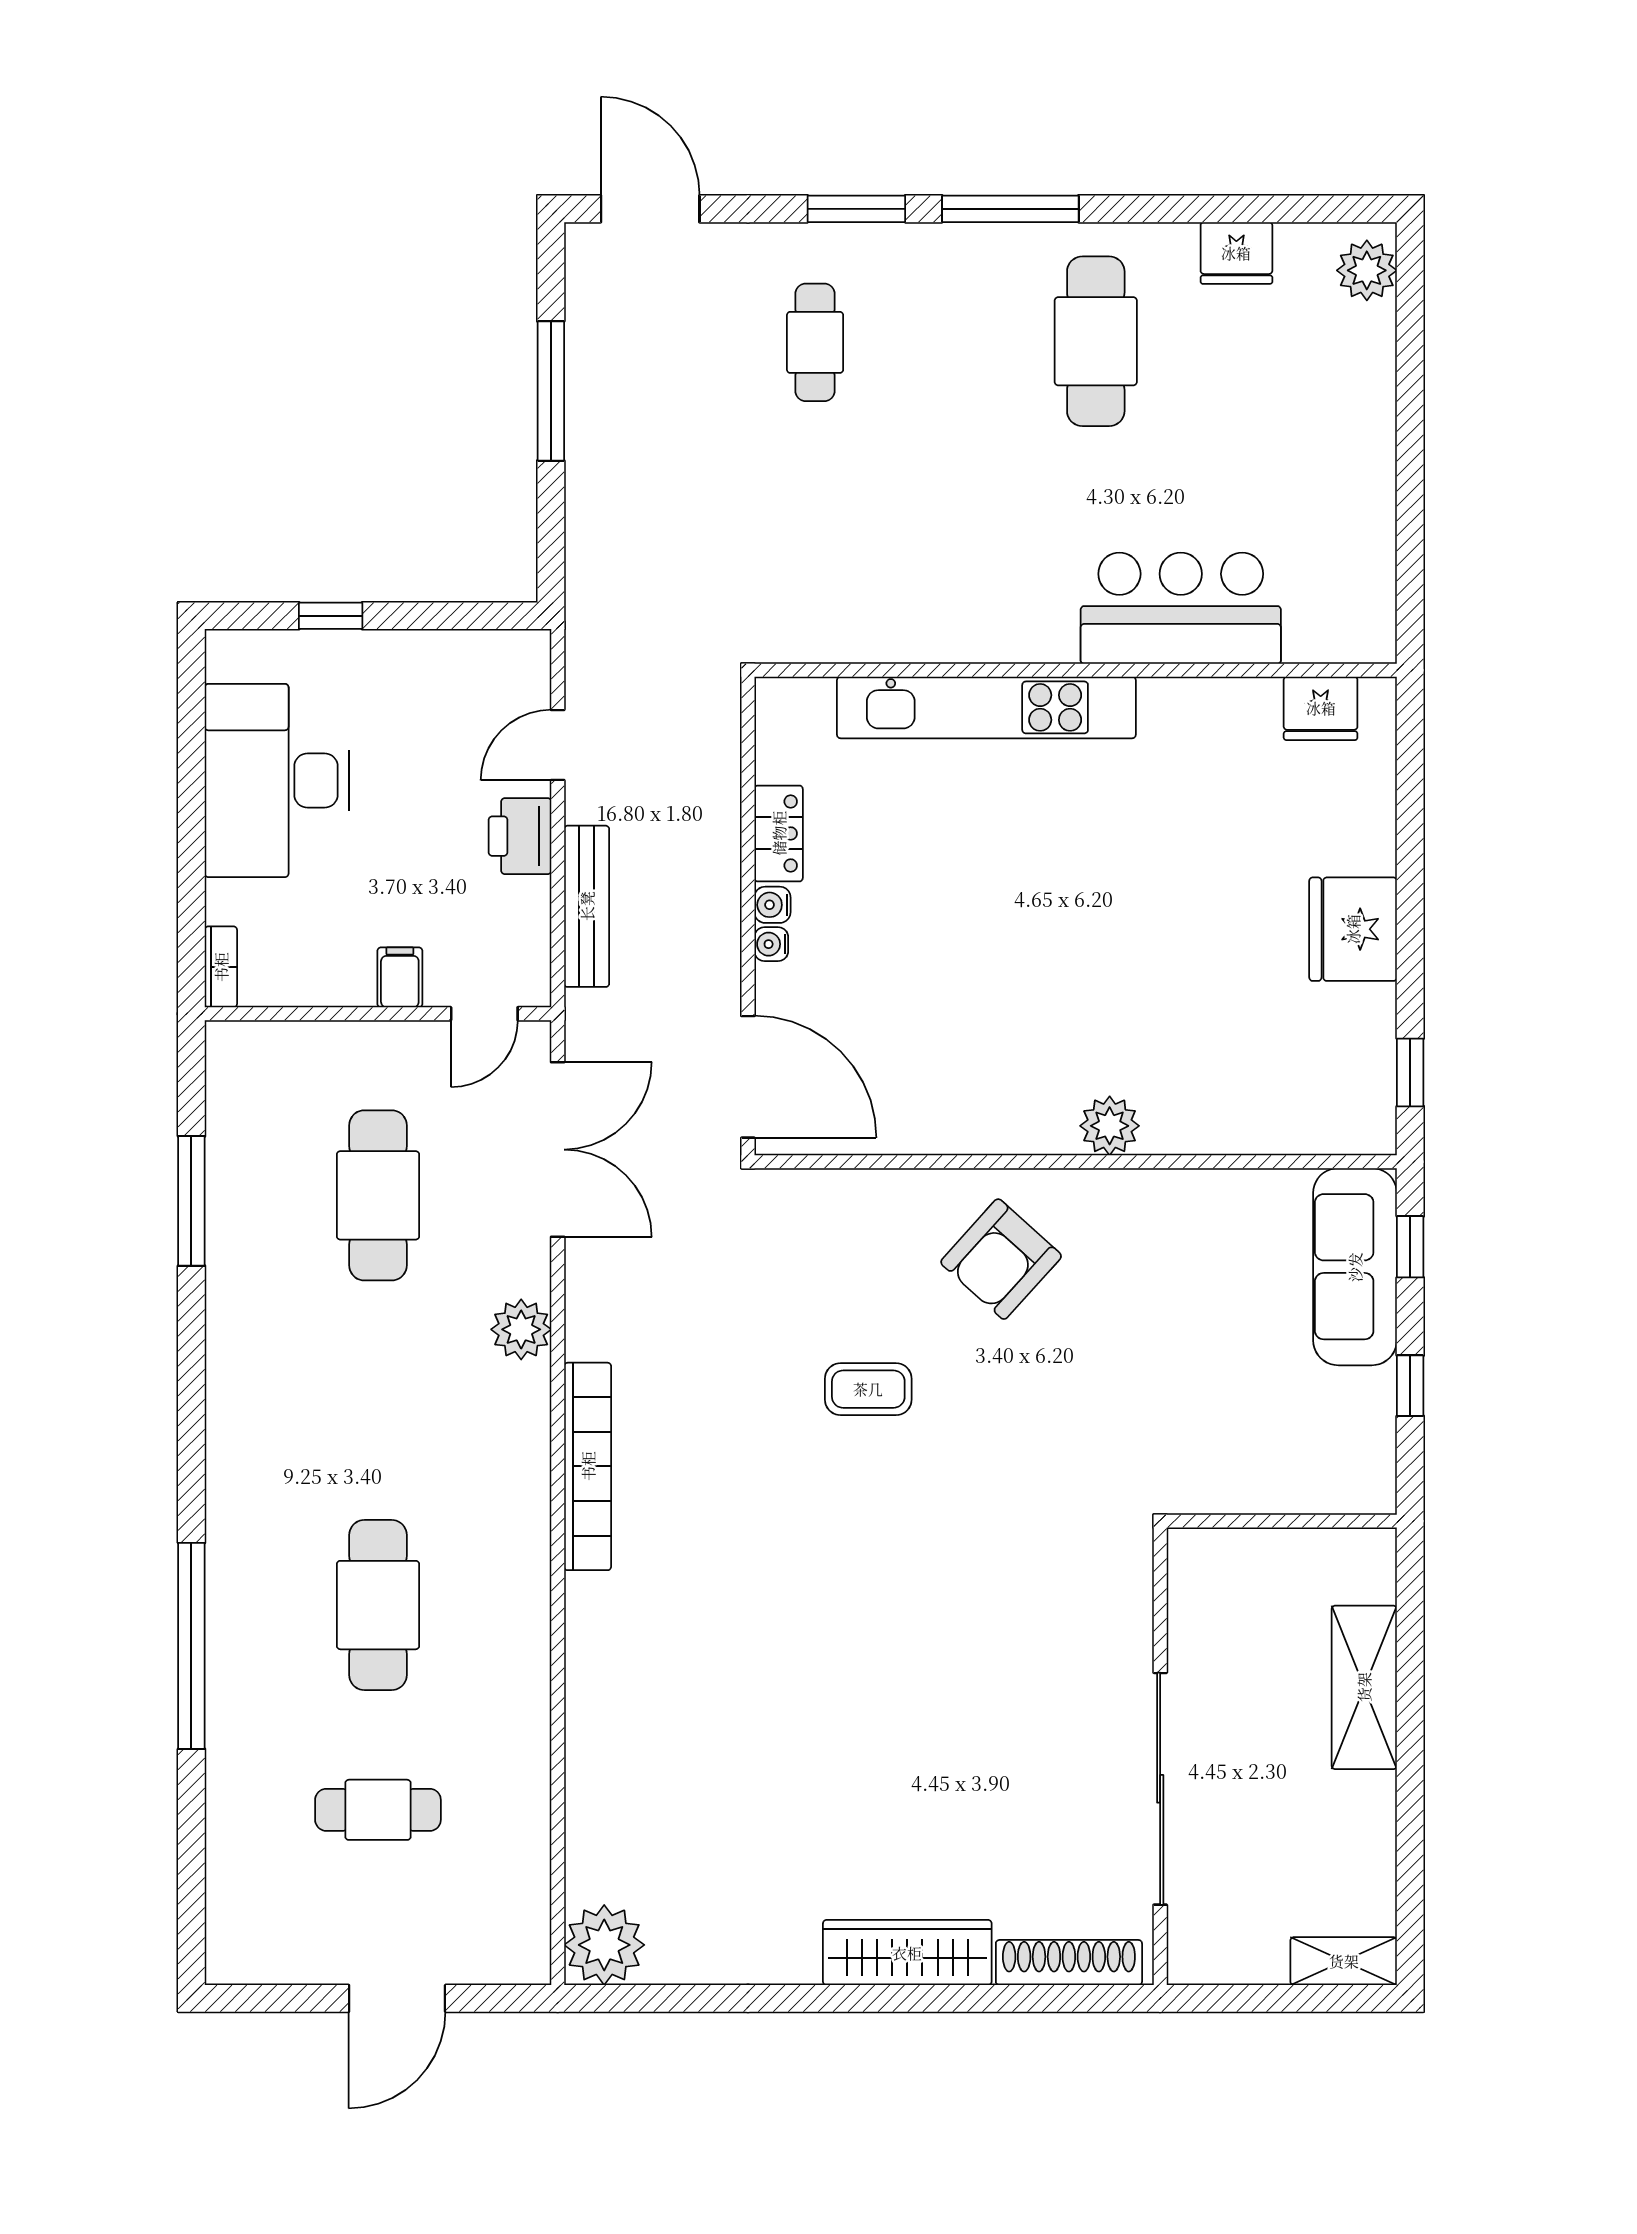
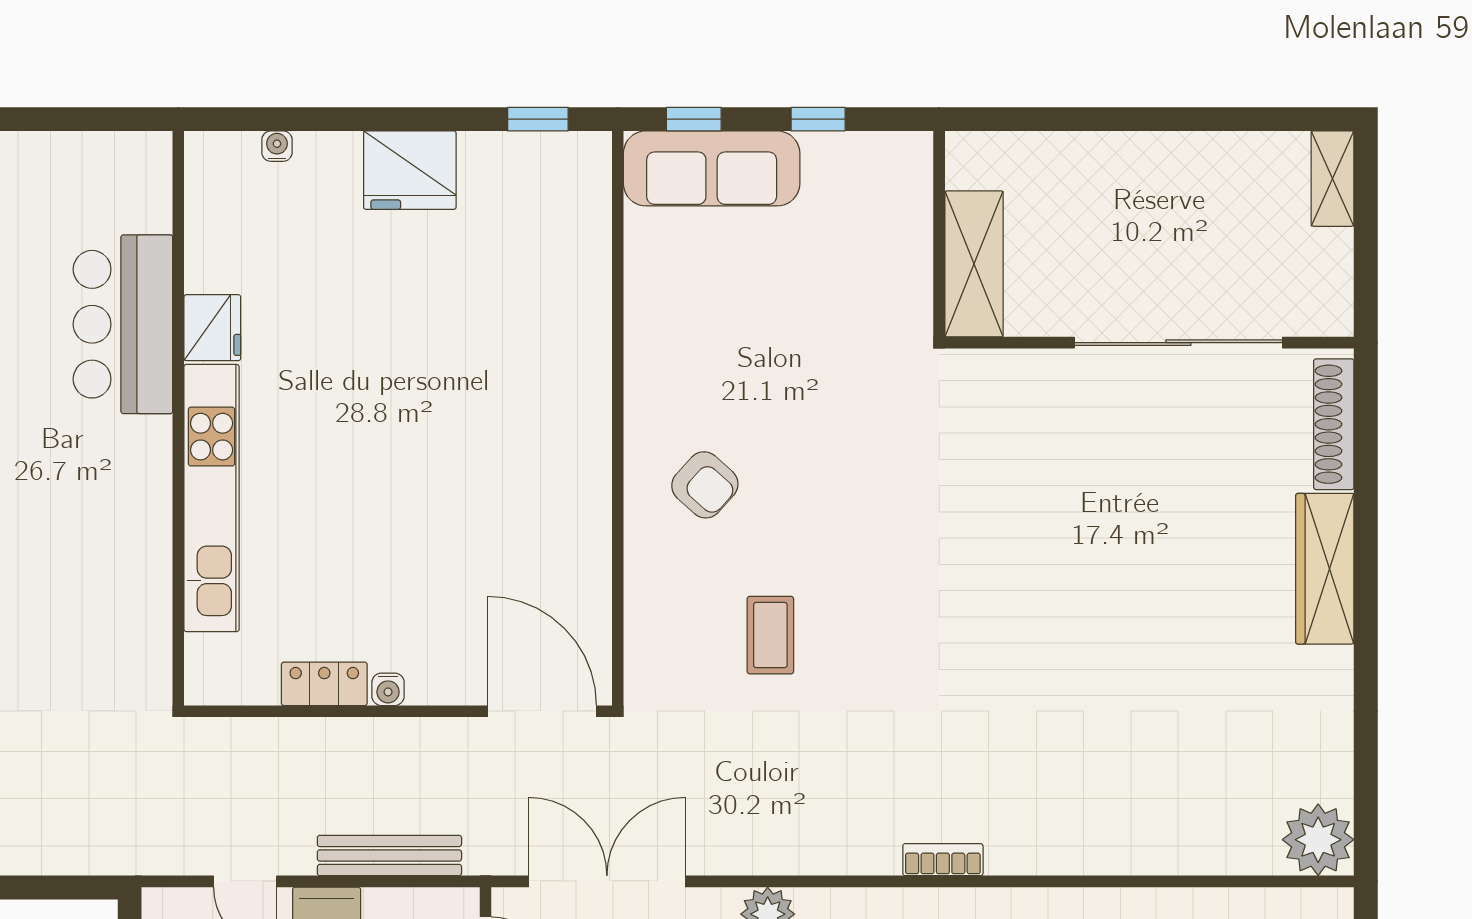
fridge: (1321, 708) -> (212, 328), moved
water cooler: (771, 944) -> (277, 146), moved, turned 180
door: (748, 1077) -> (542, 711), hinge flipped
plant: (1110, 1126) -> (586, 388), removed
armchair: (1001, 1259) -> (705, 485), width x0.72, depth x0.72
coffee table: (868, 1389) -> (770, 635), moved
bookcase: (588, 1466) -> (943, 860), width x0.43, depth x0.76
shelving: (1364, 1687) -> (974, 264), moved, turned 90

